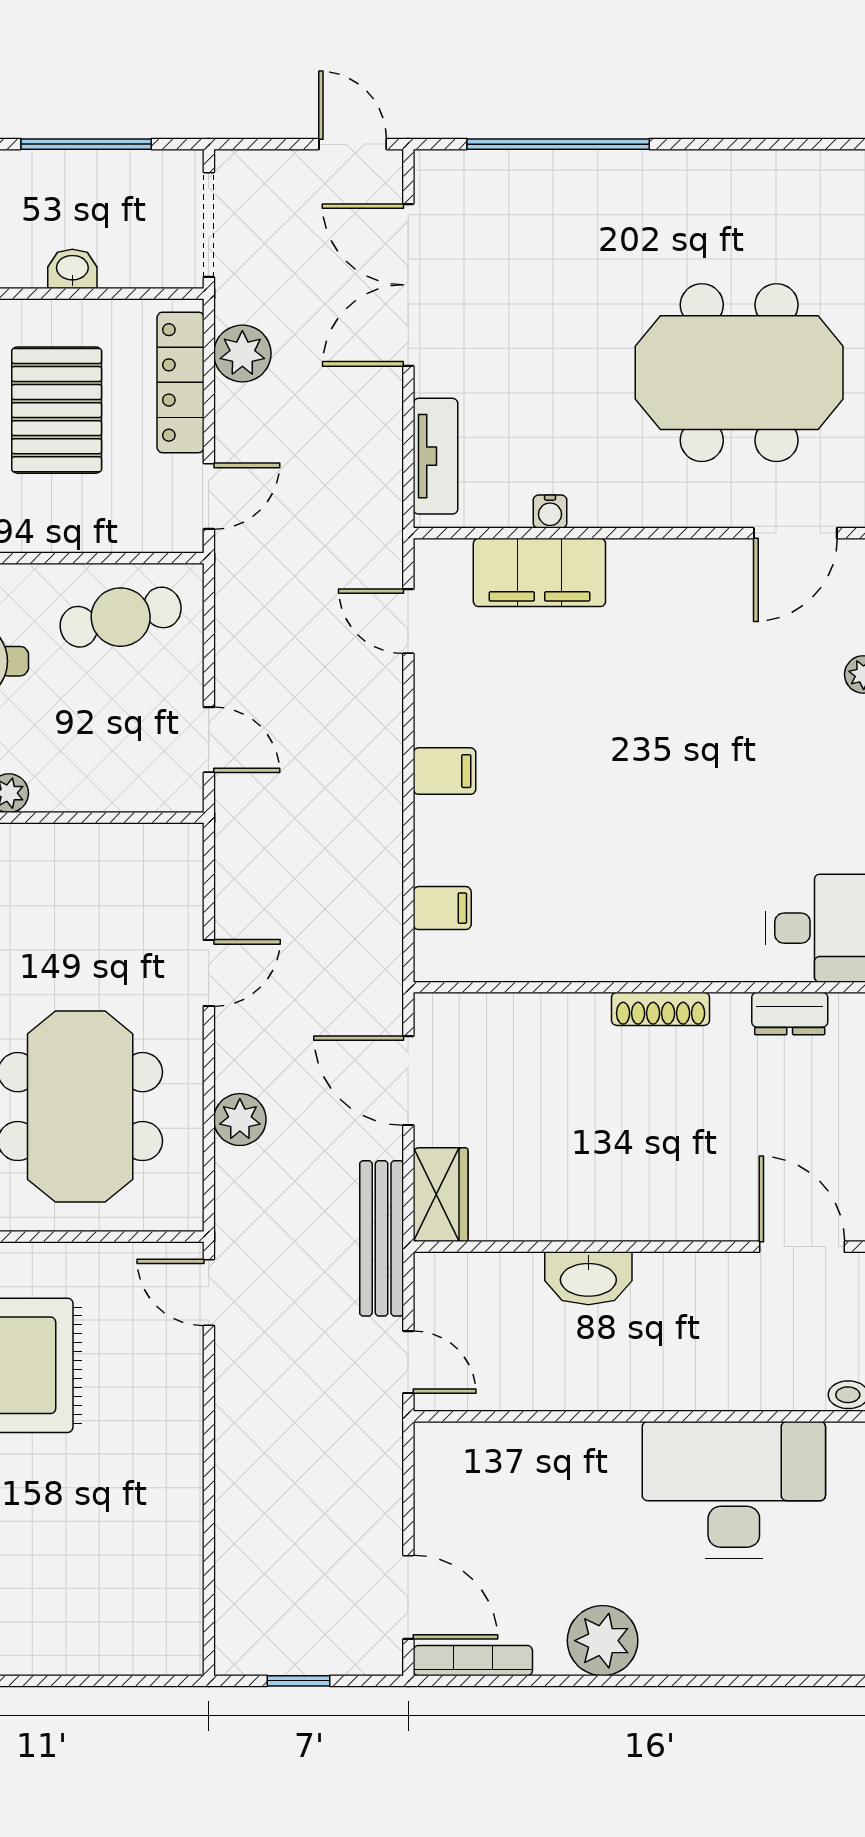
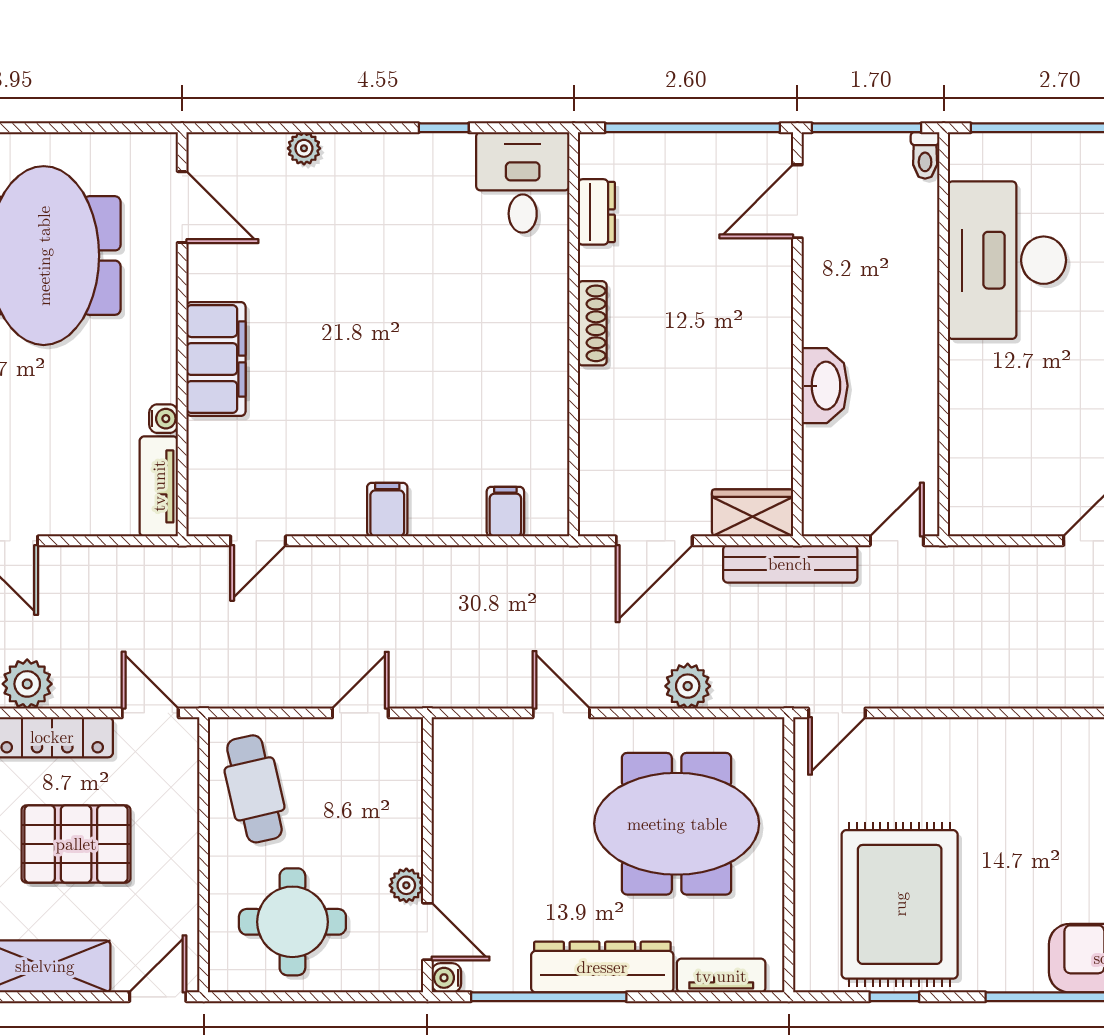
tv unit: (436, 456) -> (159, 486), moved, turned -90
filing cabinet: (539, 572) -> (216, 359), moved

